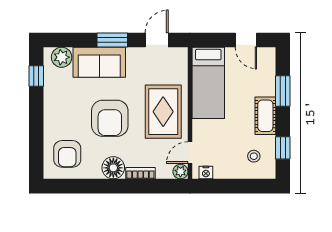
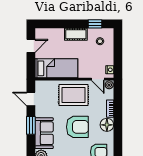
window: (283, 91) -> (61, 24), removed

